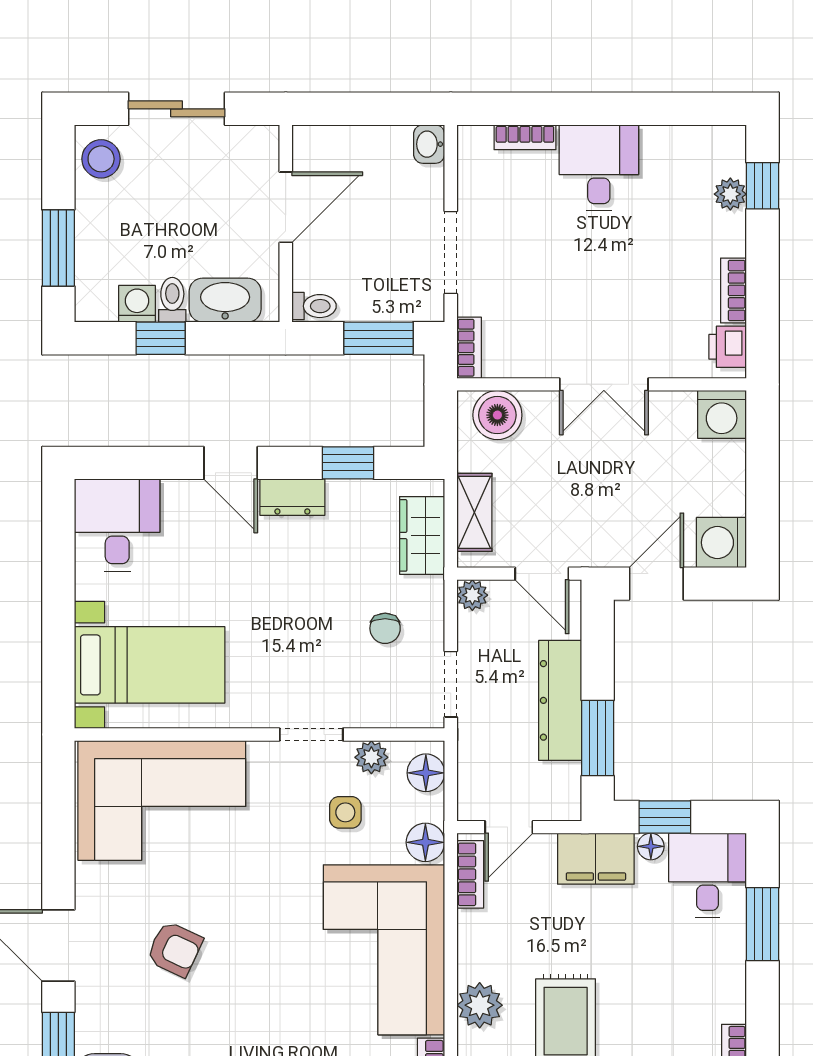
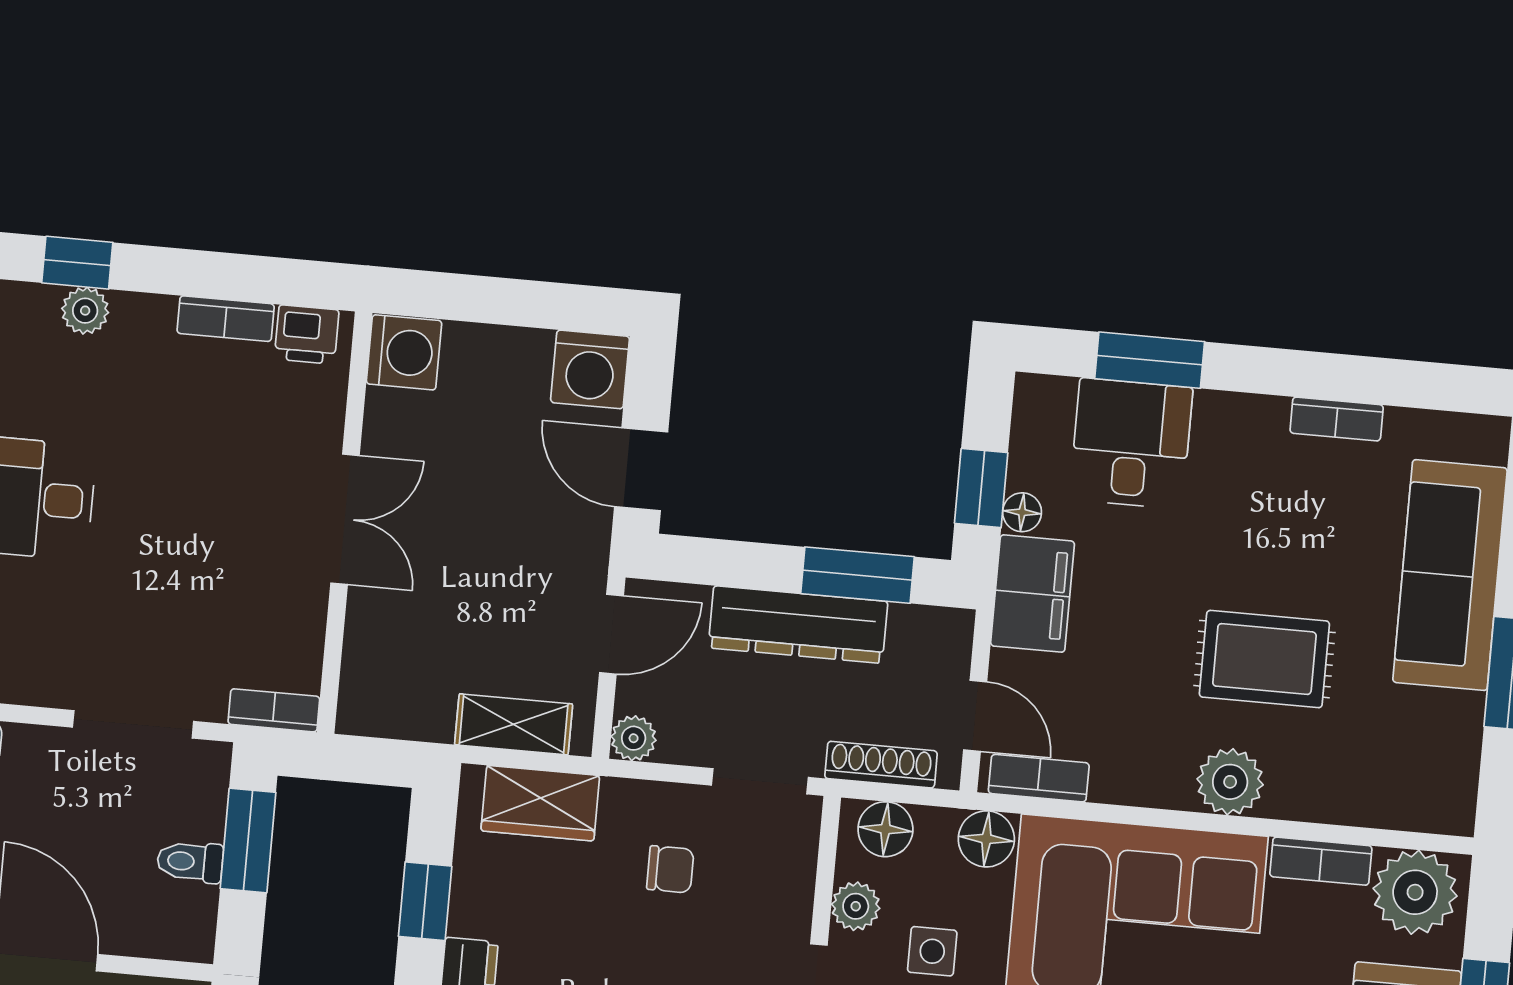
toilet: (314, 306) -> (190, 862), moved, turned -90
boiler: (497, 415) -> (375, 678), removed
shoe rack: (470, 766) -> (881, 765), added
desk: (708, 875) -> (1131, 444), moved, turned 90

